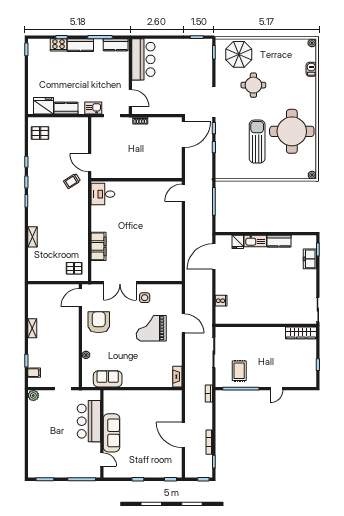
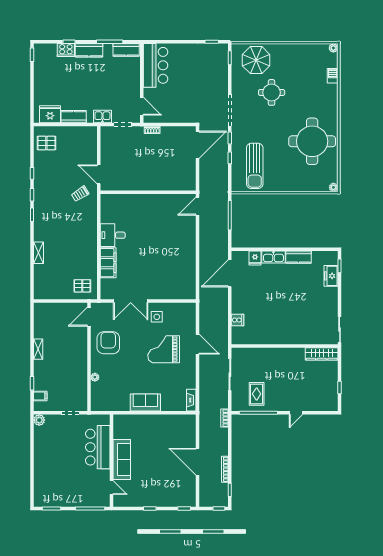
sun lounger: (257, 142) -> (255, 166), moved, turned 180
desk: (103, 194) -> (113, 235), moved
sofa: (108, 379) -> (145, 402), moved

